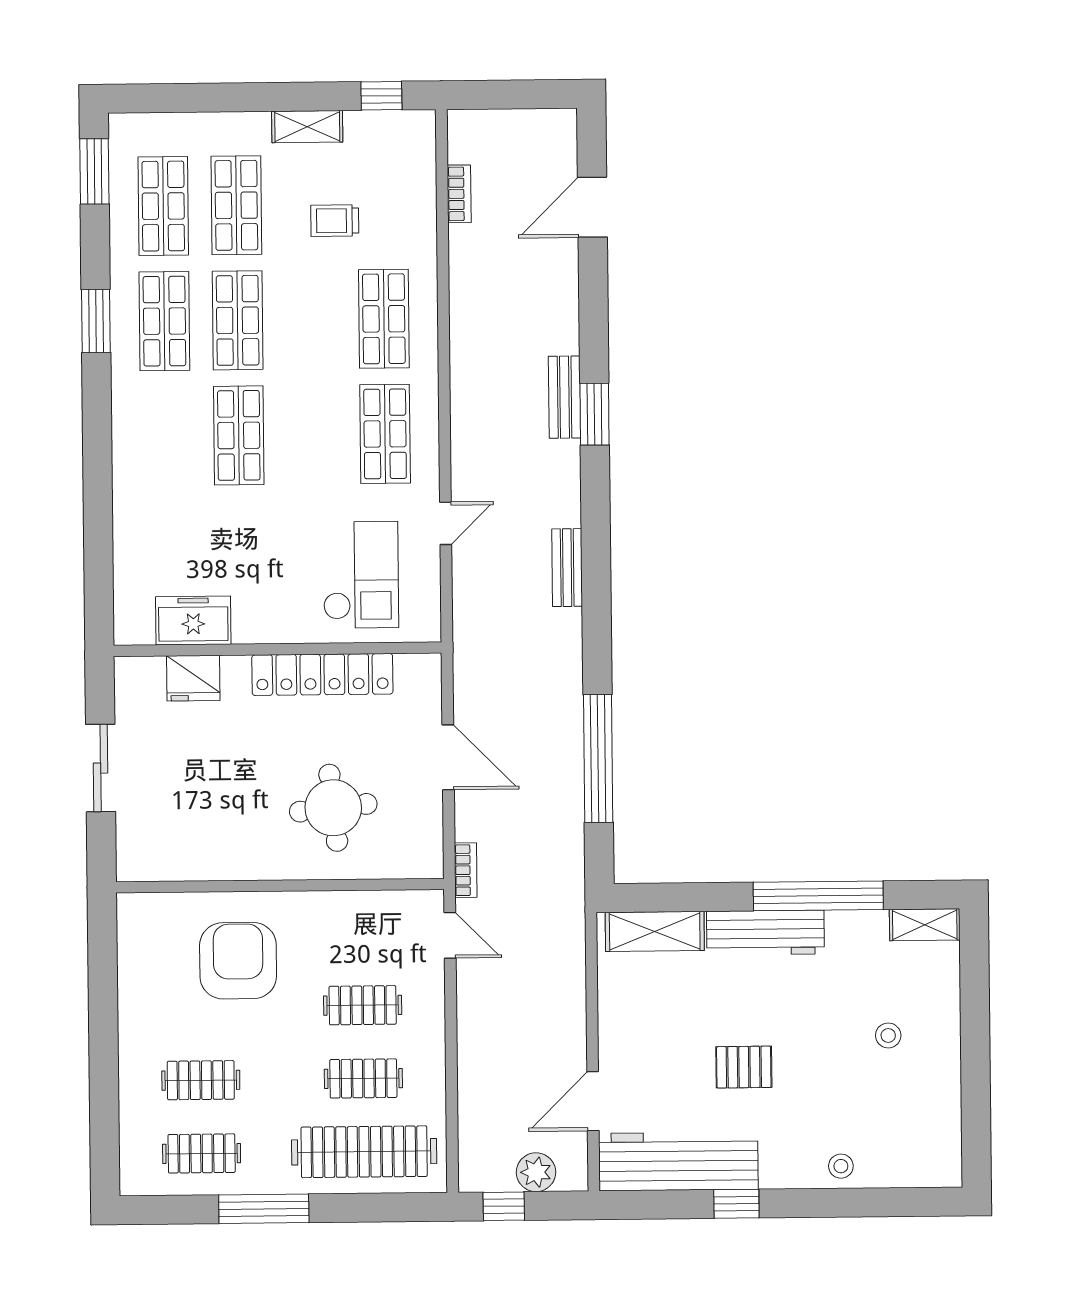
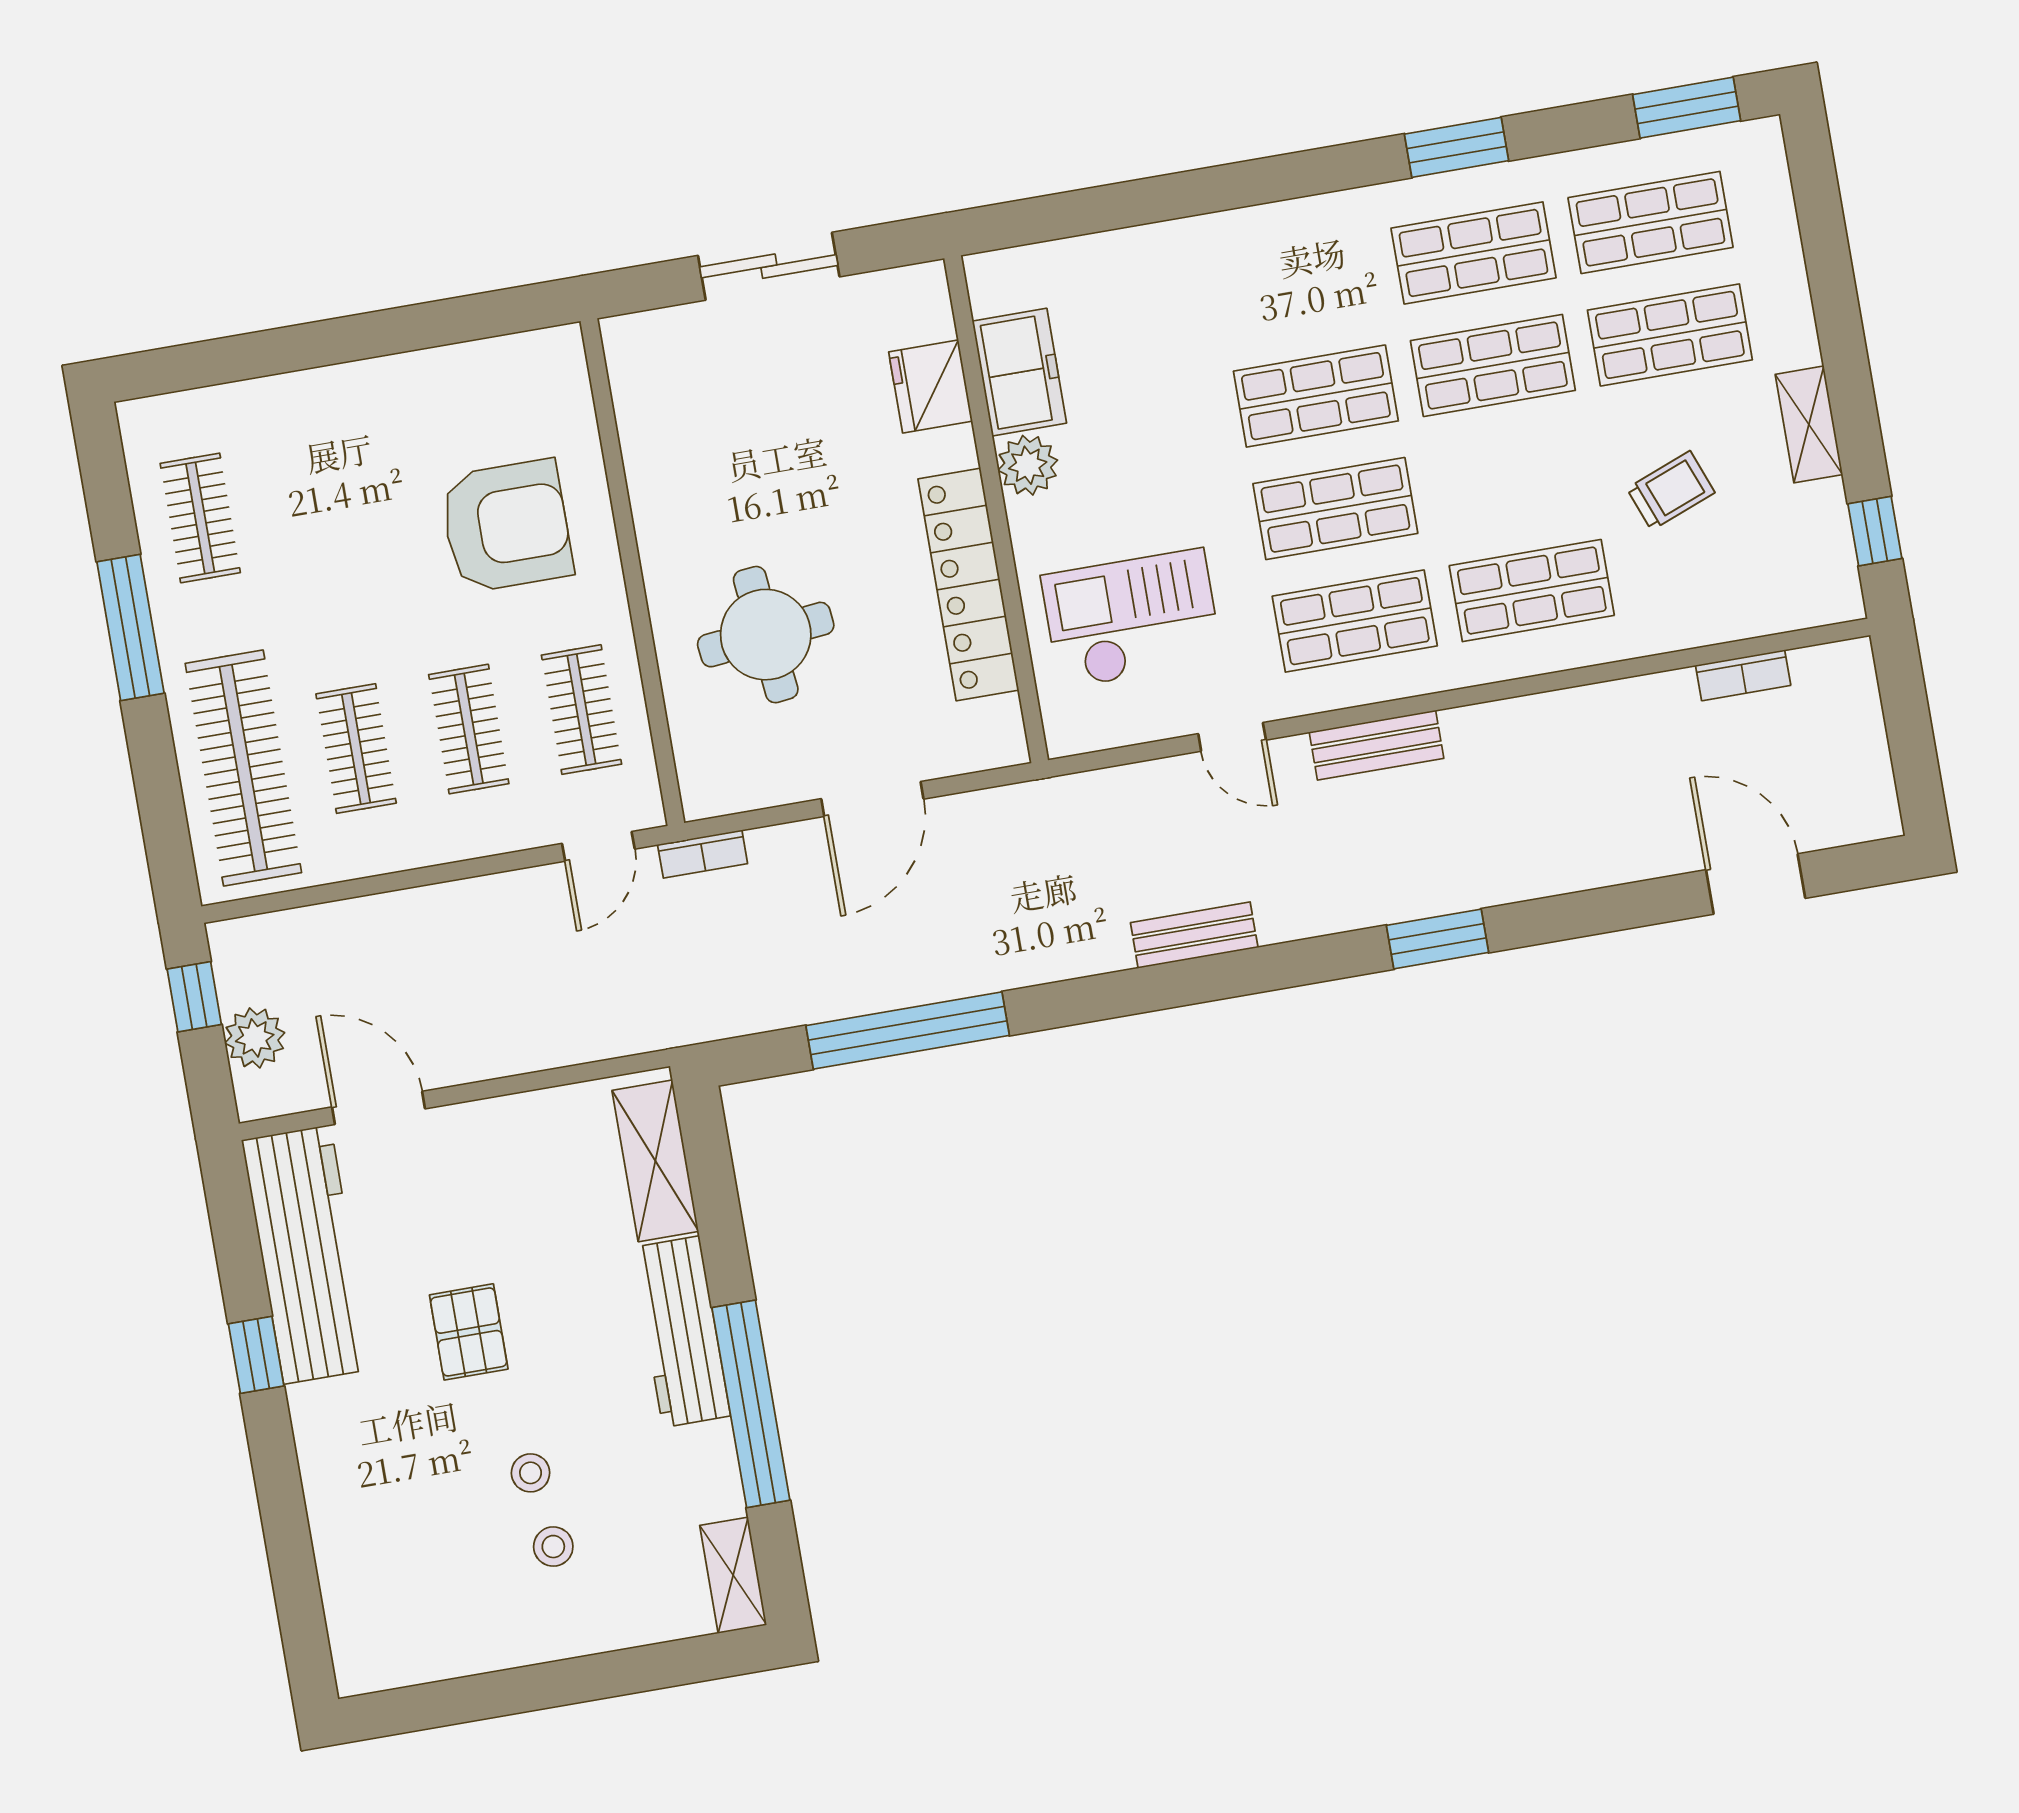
trolley: (335, 221) -> (1671, 491), turned 69
bench: (565, 397) -> (1377, 745), moved
shop shelf: (312, 435) -> (1335, 509), added
checkout: (361, 575) -> (1132, 619), turned 180
plant: (253, 625) -> (1028, 465), added
clothes rail: (201, 1080) -> (581, 710), moved
stool: (841, 1166) -> (531, 1473), moved

